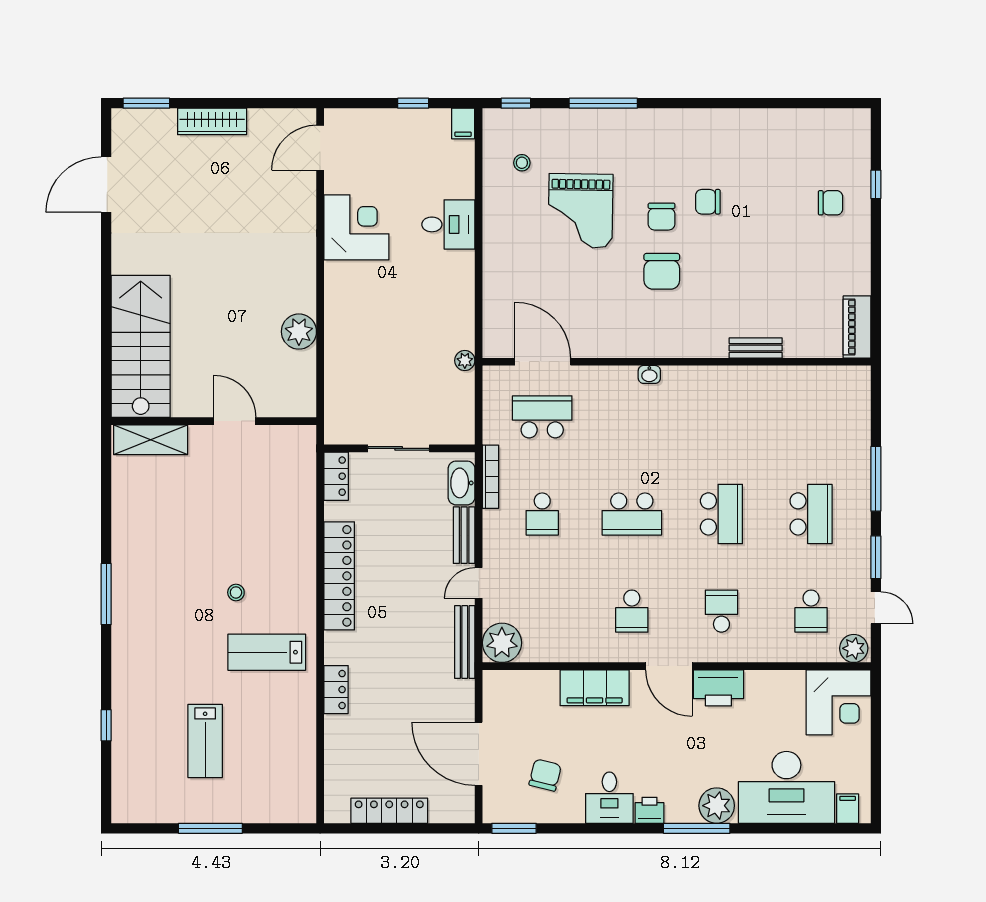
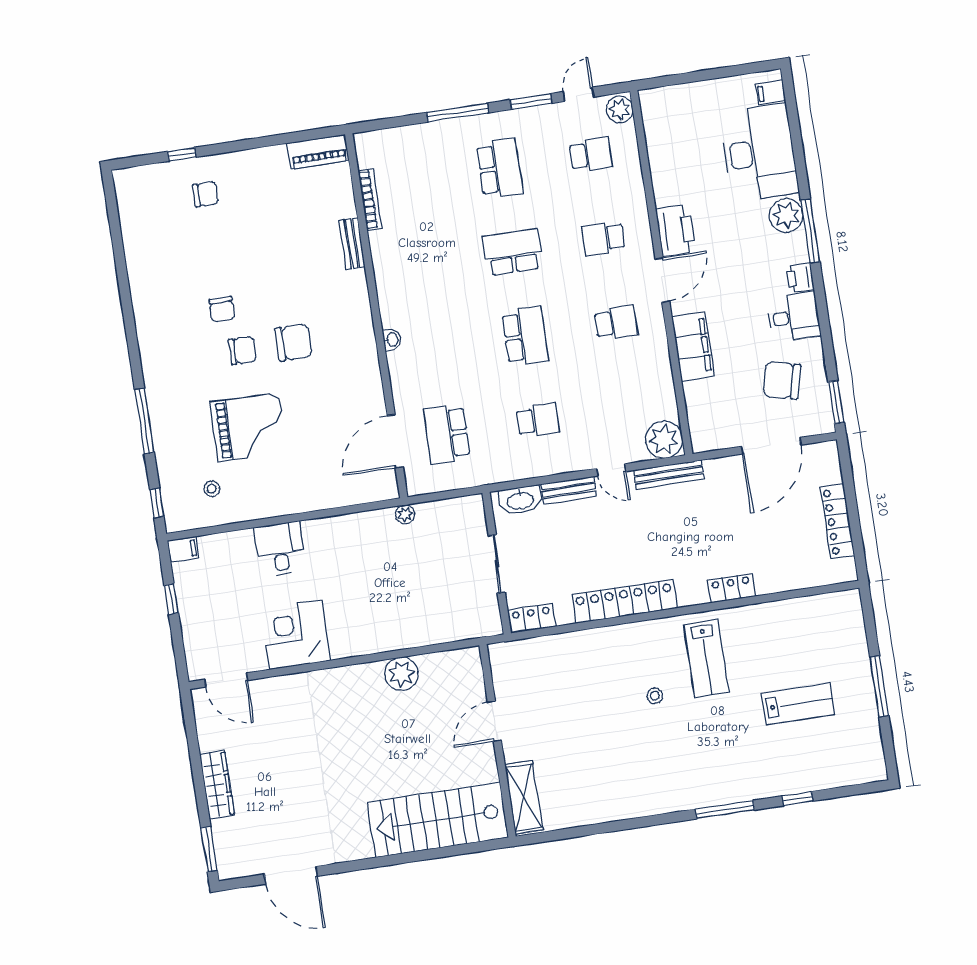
chair: (830, 203) -> (206, 194), turned 90
bookcase: (490, 477) -> (370, 200), moved, turned 90
school desk: (811, 514) -> (500, 168), turned 90
window: (106, 594) -> (725, 810), moved
corner desk: (838, 702) -> (672, 116), removed
chair: (545, 775) -> (782, 380), width x1.37, depth x1.37

